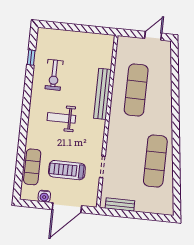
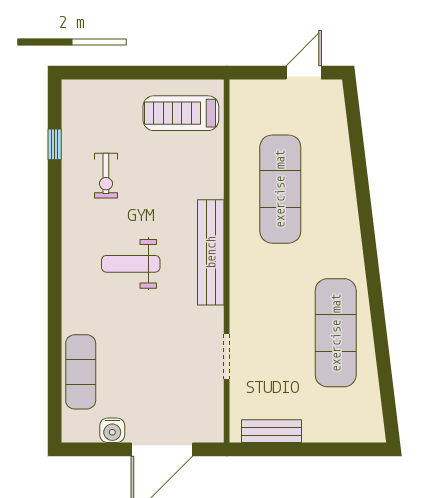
exercise bike: (54, 75) -> (106, 176), width x0.73, depth x0.72
bench: (102, 94) -> (211, 252), moved
treadmill: (67, 170) -> (181, 113), moved

